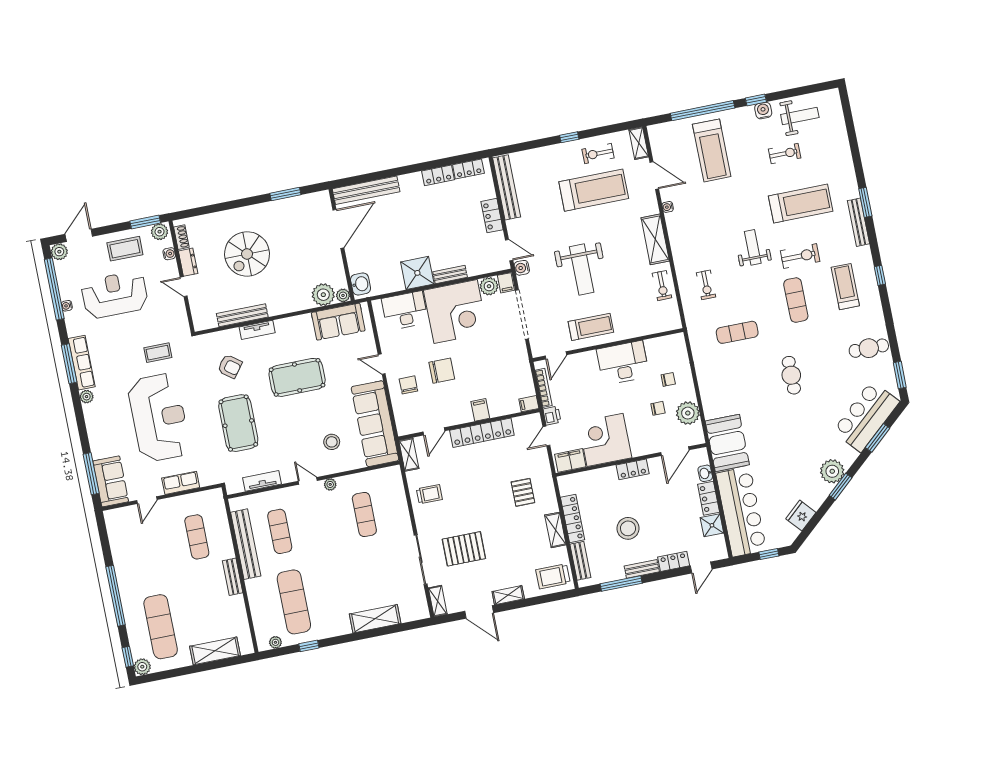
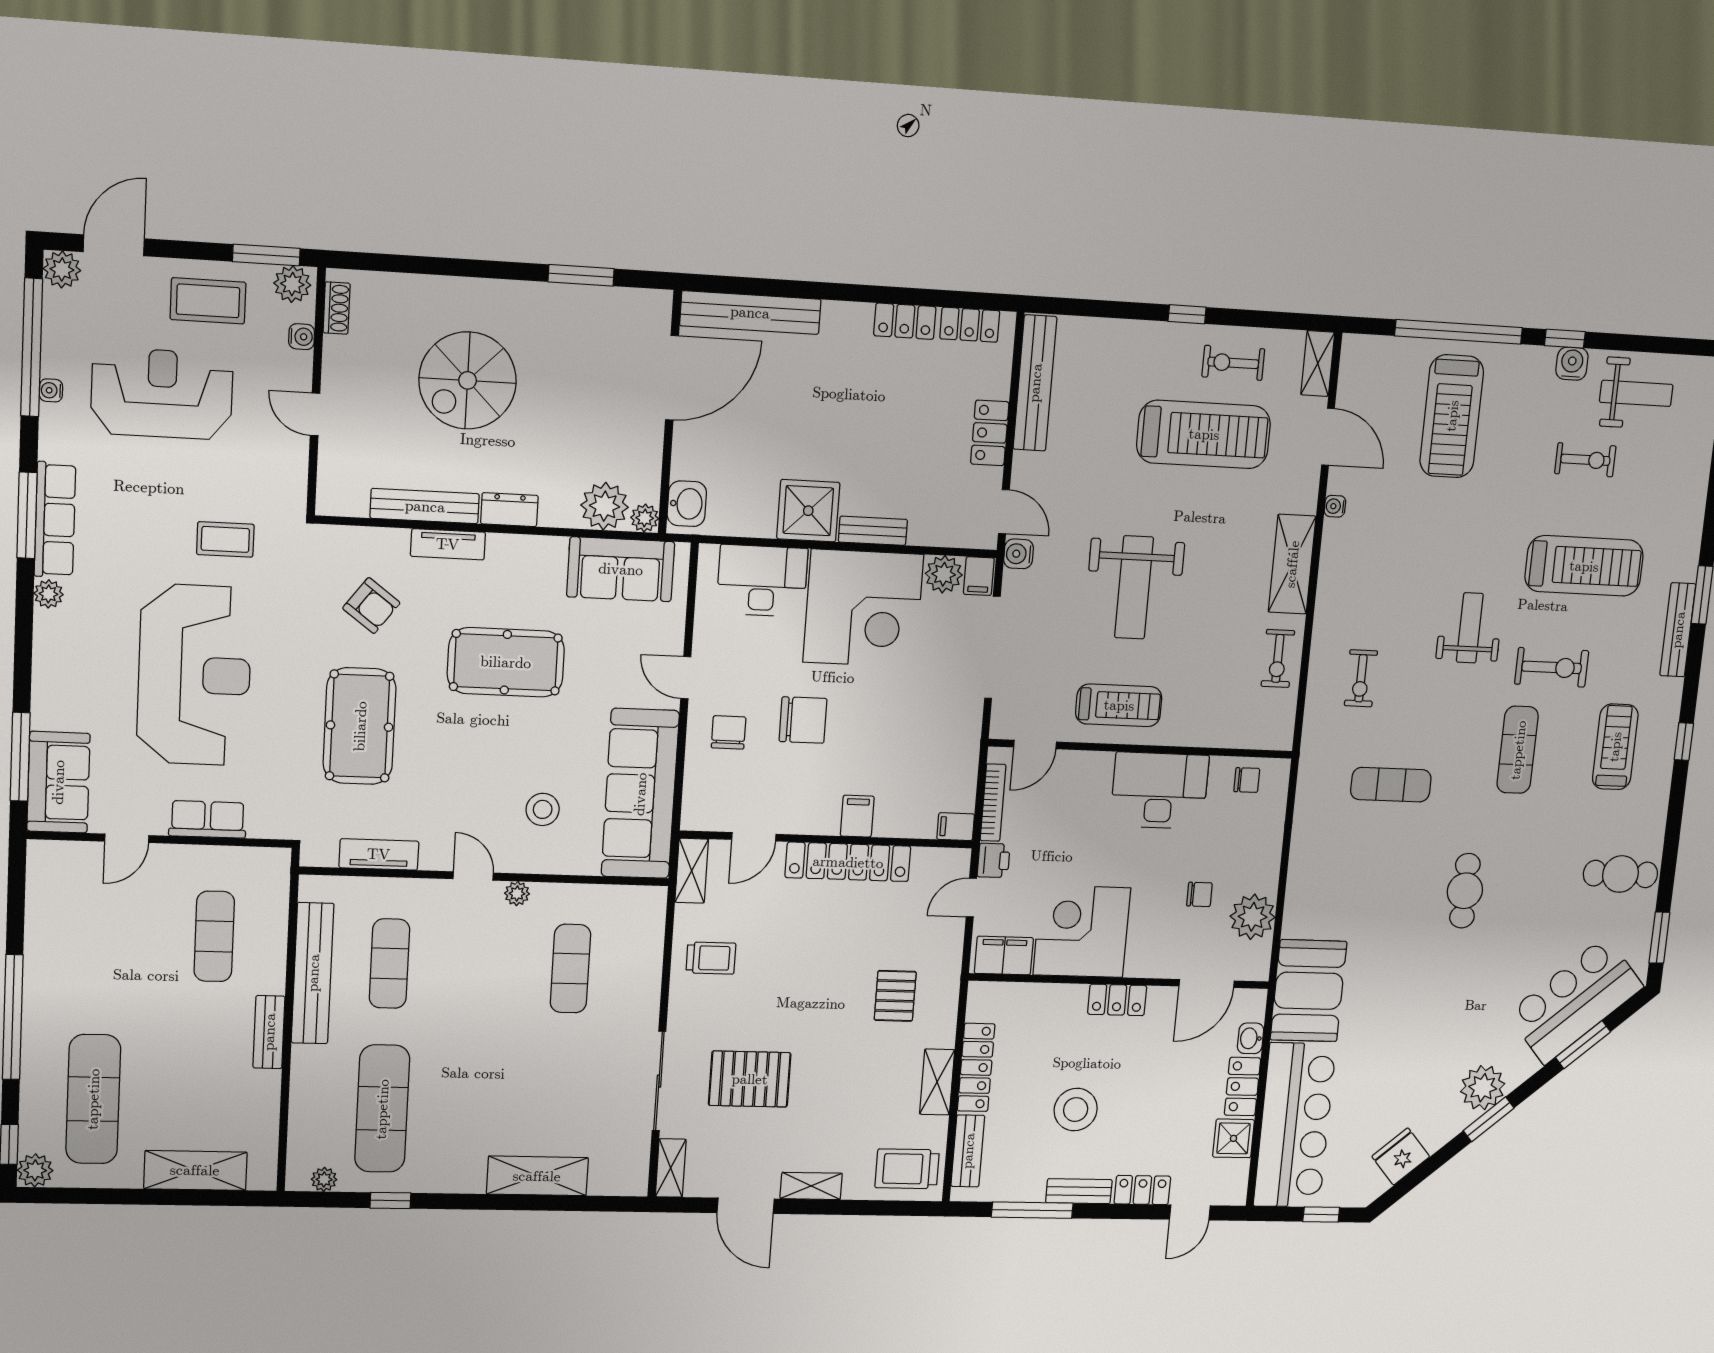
dresser: (188, 262) -> (509, 510), moved, turned -90
chair: (668, 379) -> (1247, 780), moved

